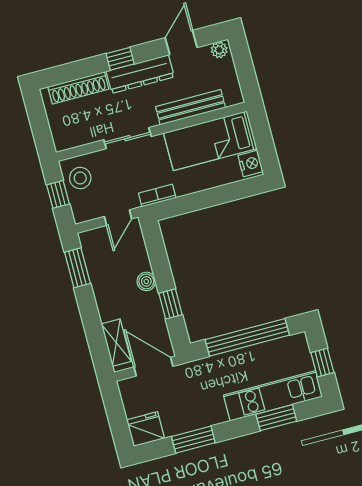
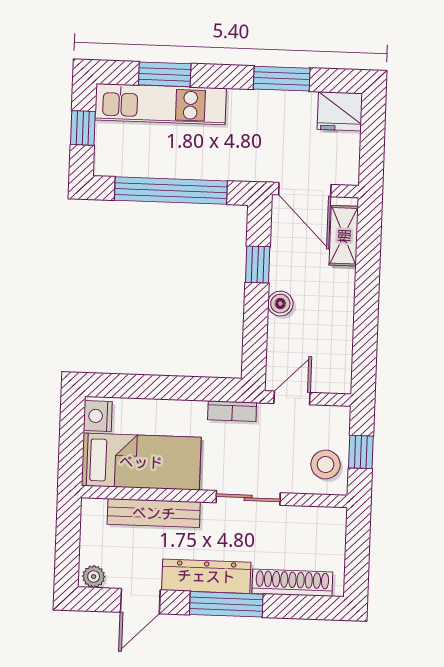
window: (120, 59) -> (226, 604), width x2.17
window: (77, 268) -> (365, 349), removed

